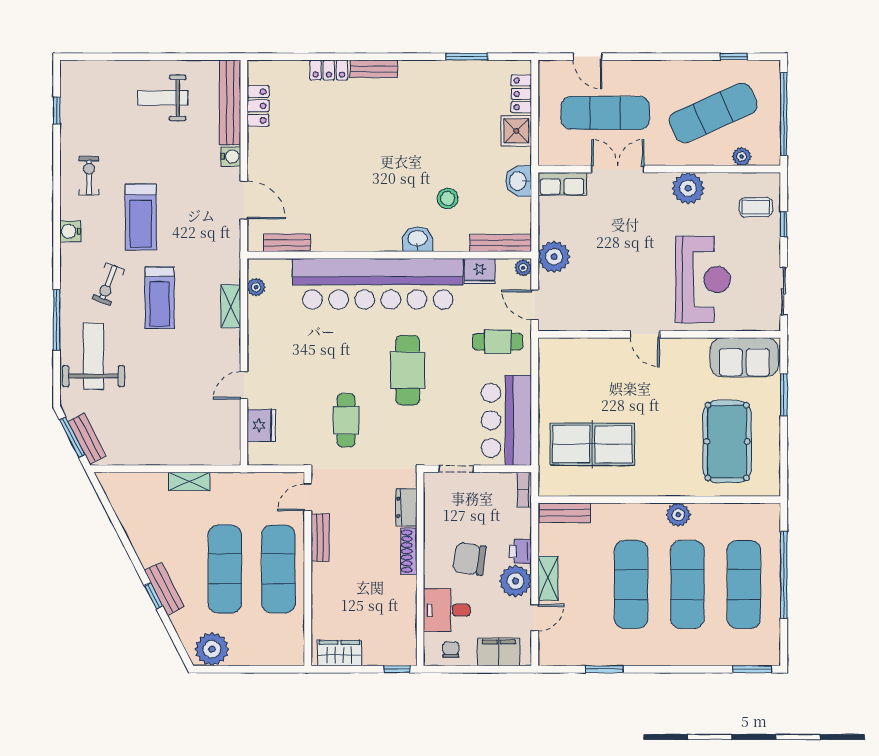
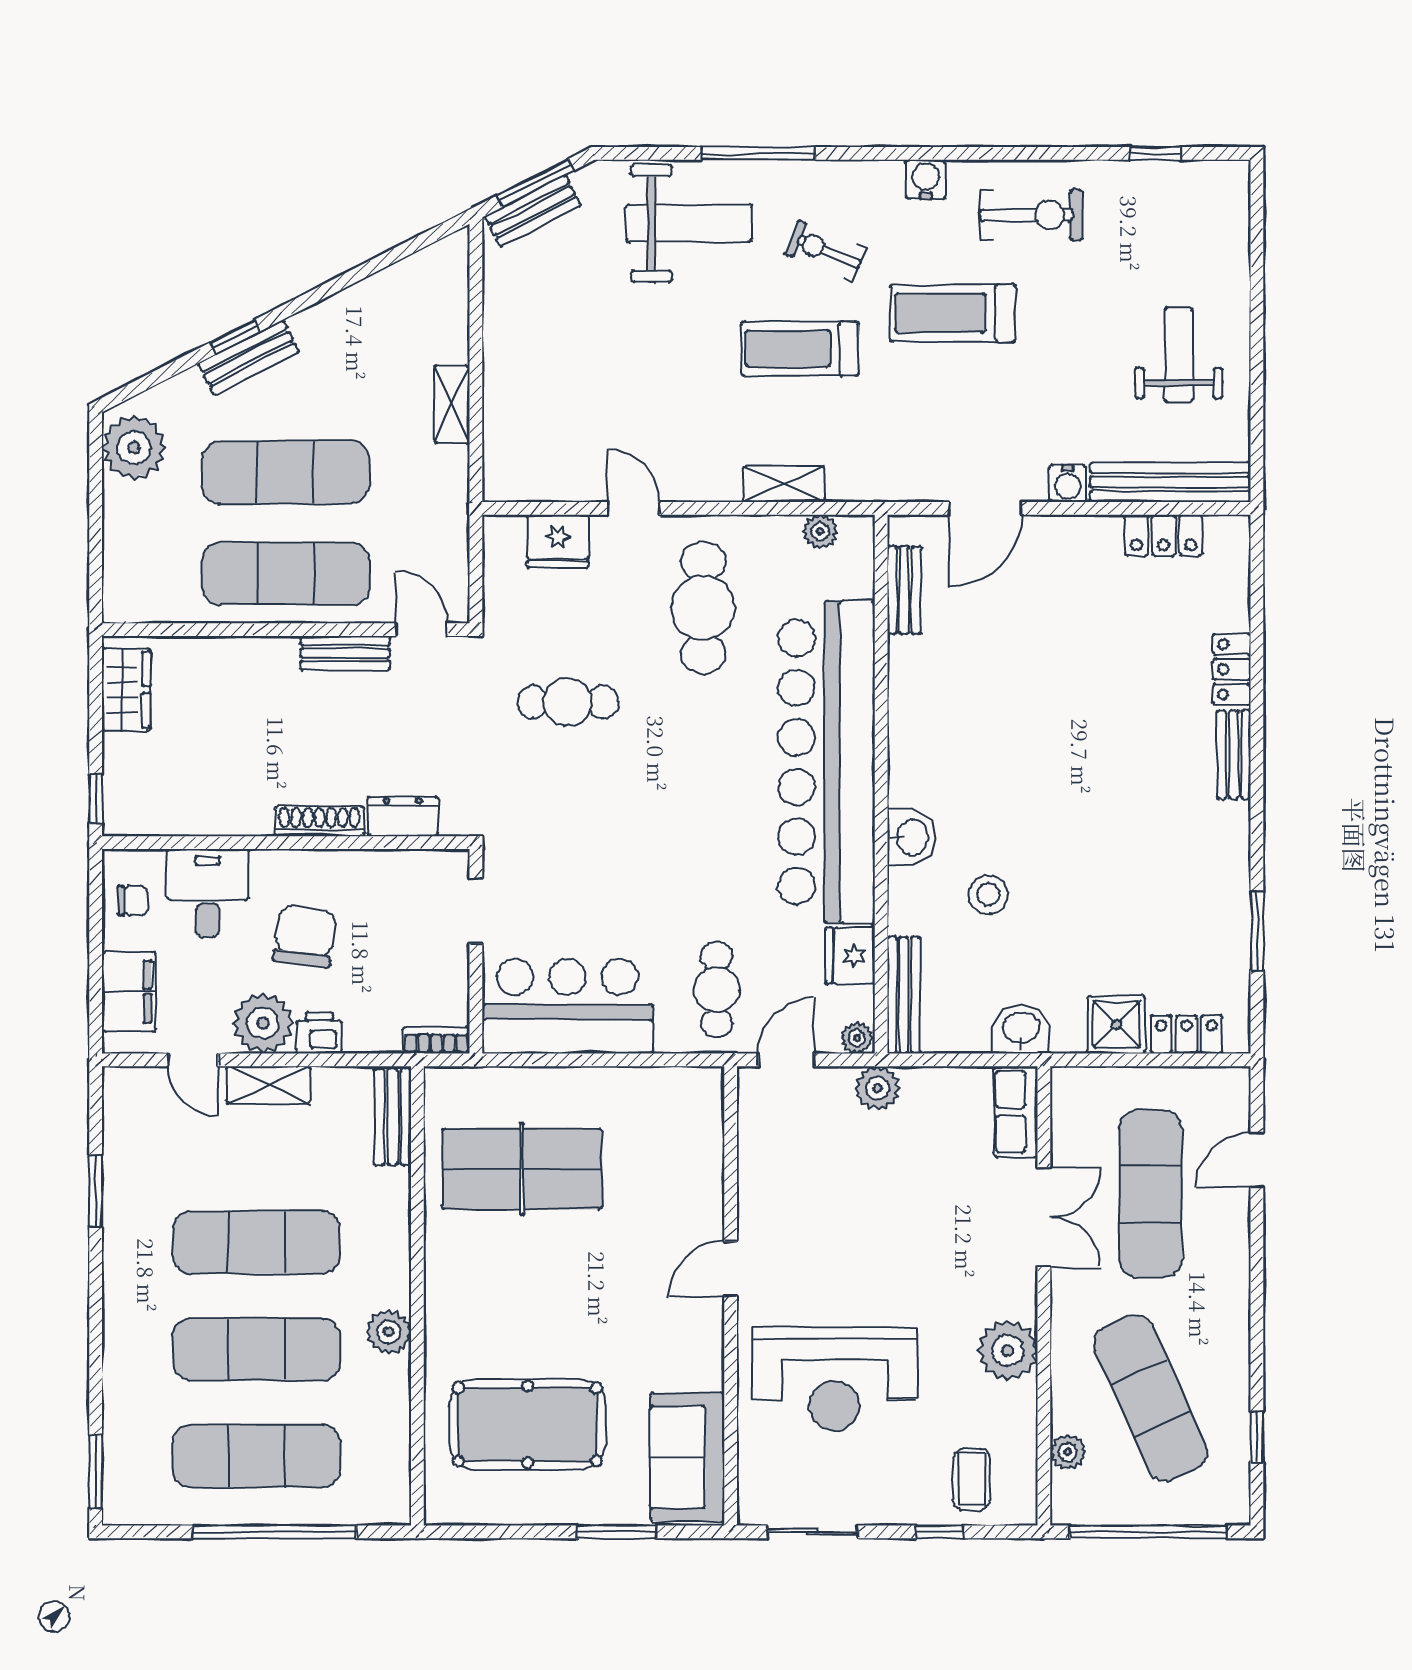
exercise bike: (89, 176) -> (1031, 215), width x1.38, depth x1.39
plant: (554, 257) -> (878, 1088), width x0.73, depth x0.73
cafe table: (408, 370) -> (703, 608), moved, turned 90
table tennis table: (592, 444) -> (522, 1169), turned 90

